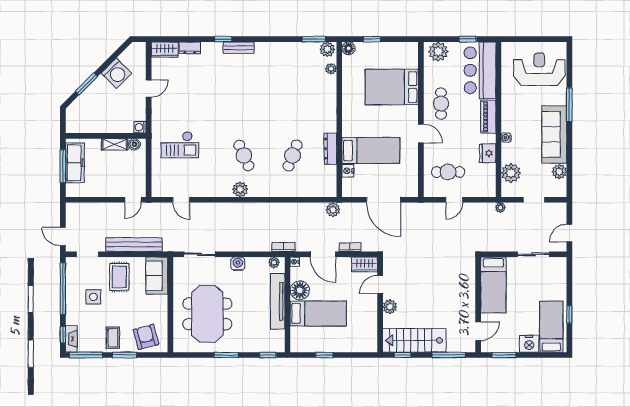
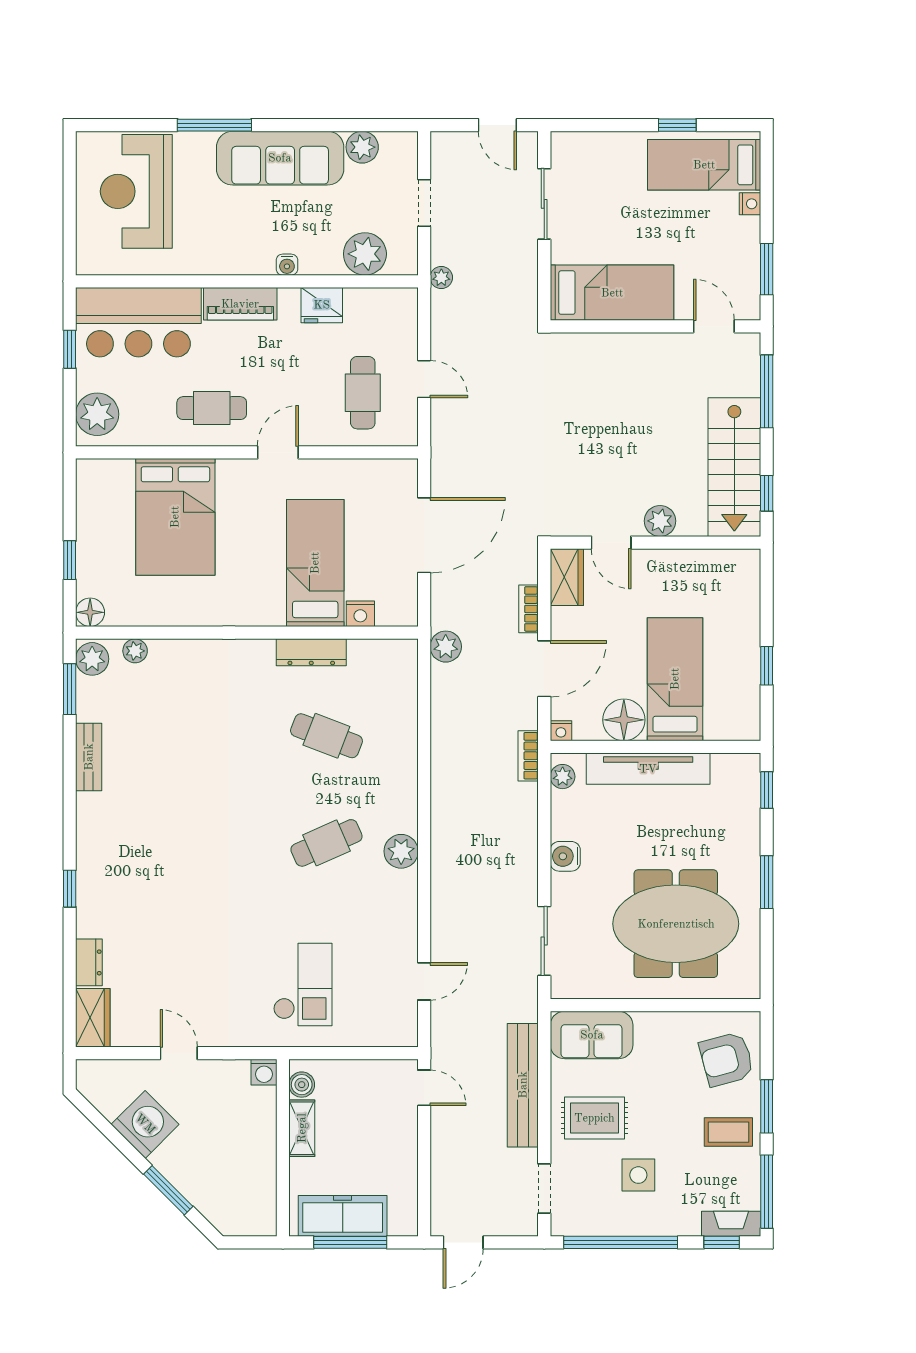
bench: (239, 48) -> (89, 757), moved
door: (63, 237) -> (463, 1242), moved
nightstand: (529, 344) -> (750, 204), width x0.53, depth x0.56

